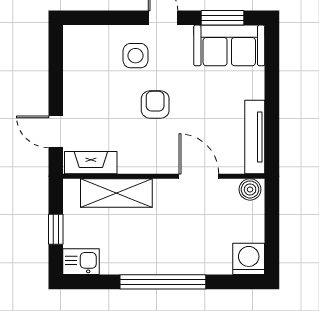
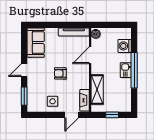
window: (223, 18) -> (24, 96), moved
side table: (136, 56) -> (53, 101), moved
washing machine: (249, 259) -> (125, 46), moved
kitchen sink: (81, 262) -> (126, 70), moved

